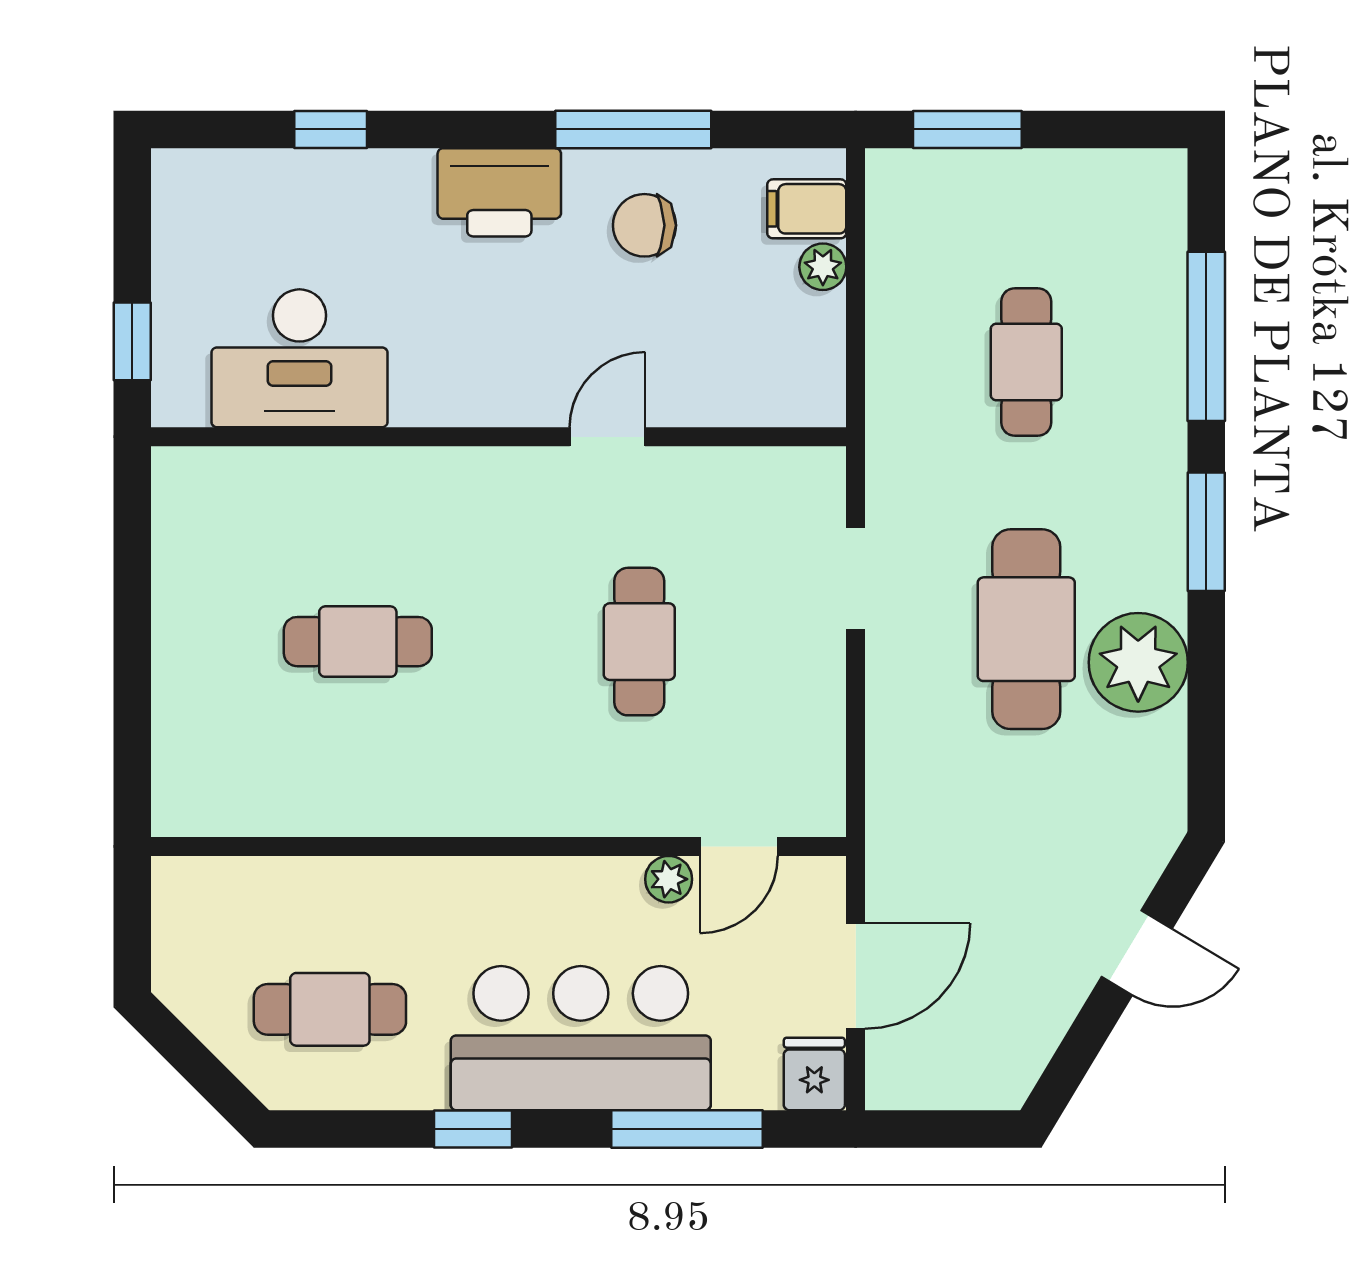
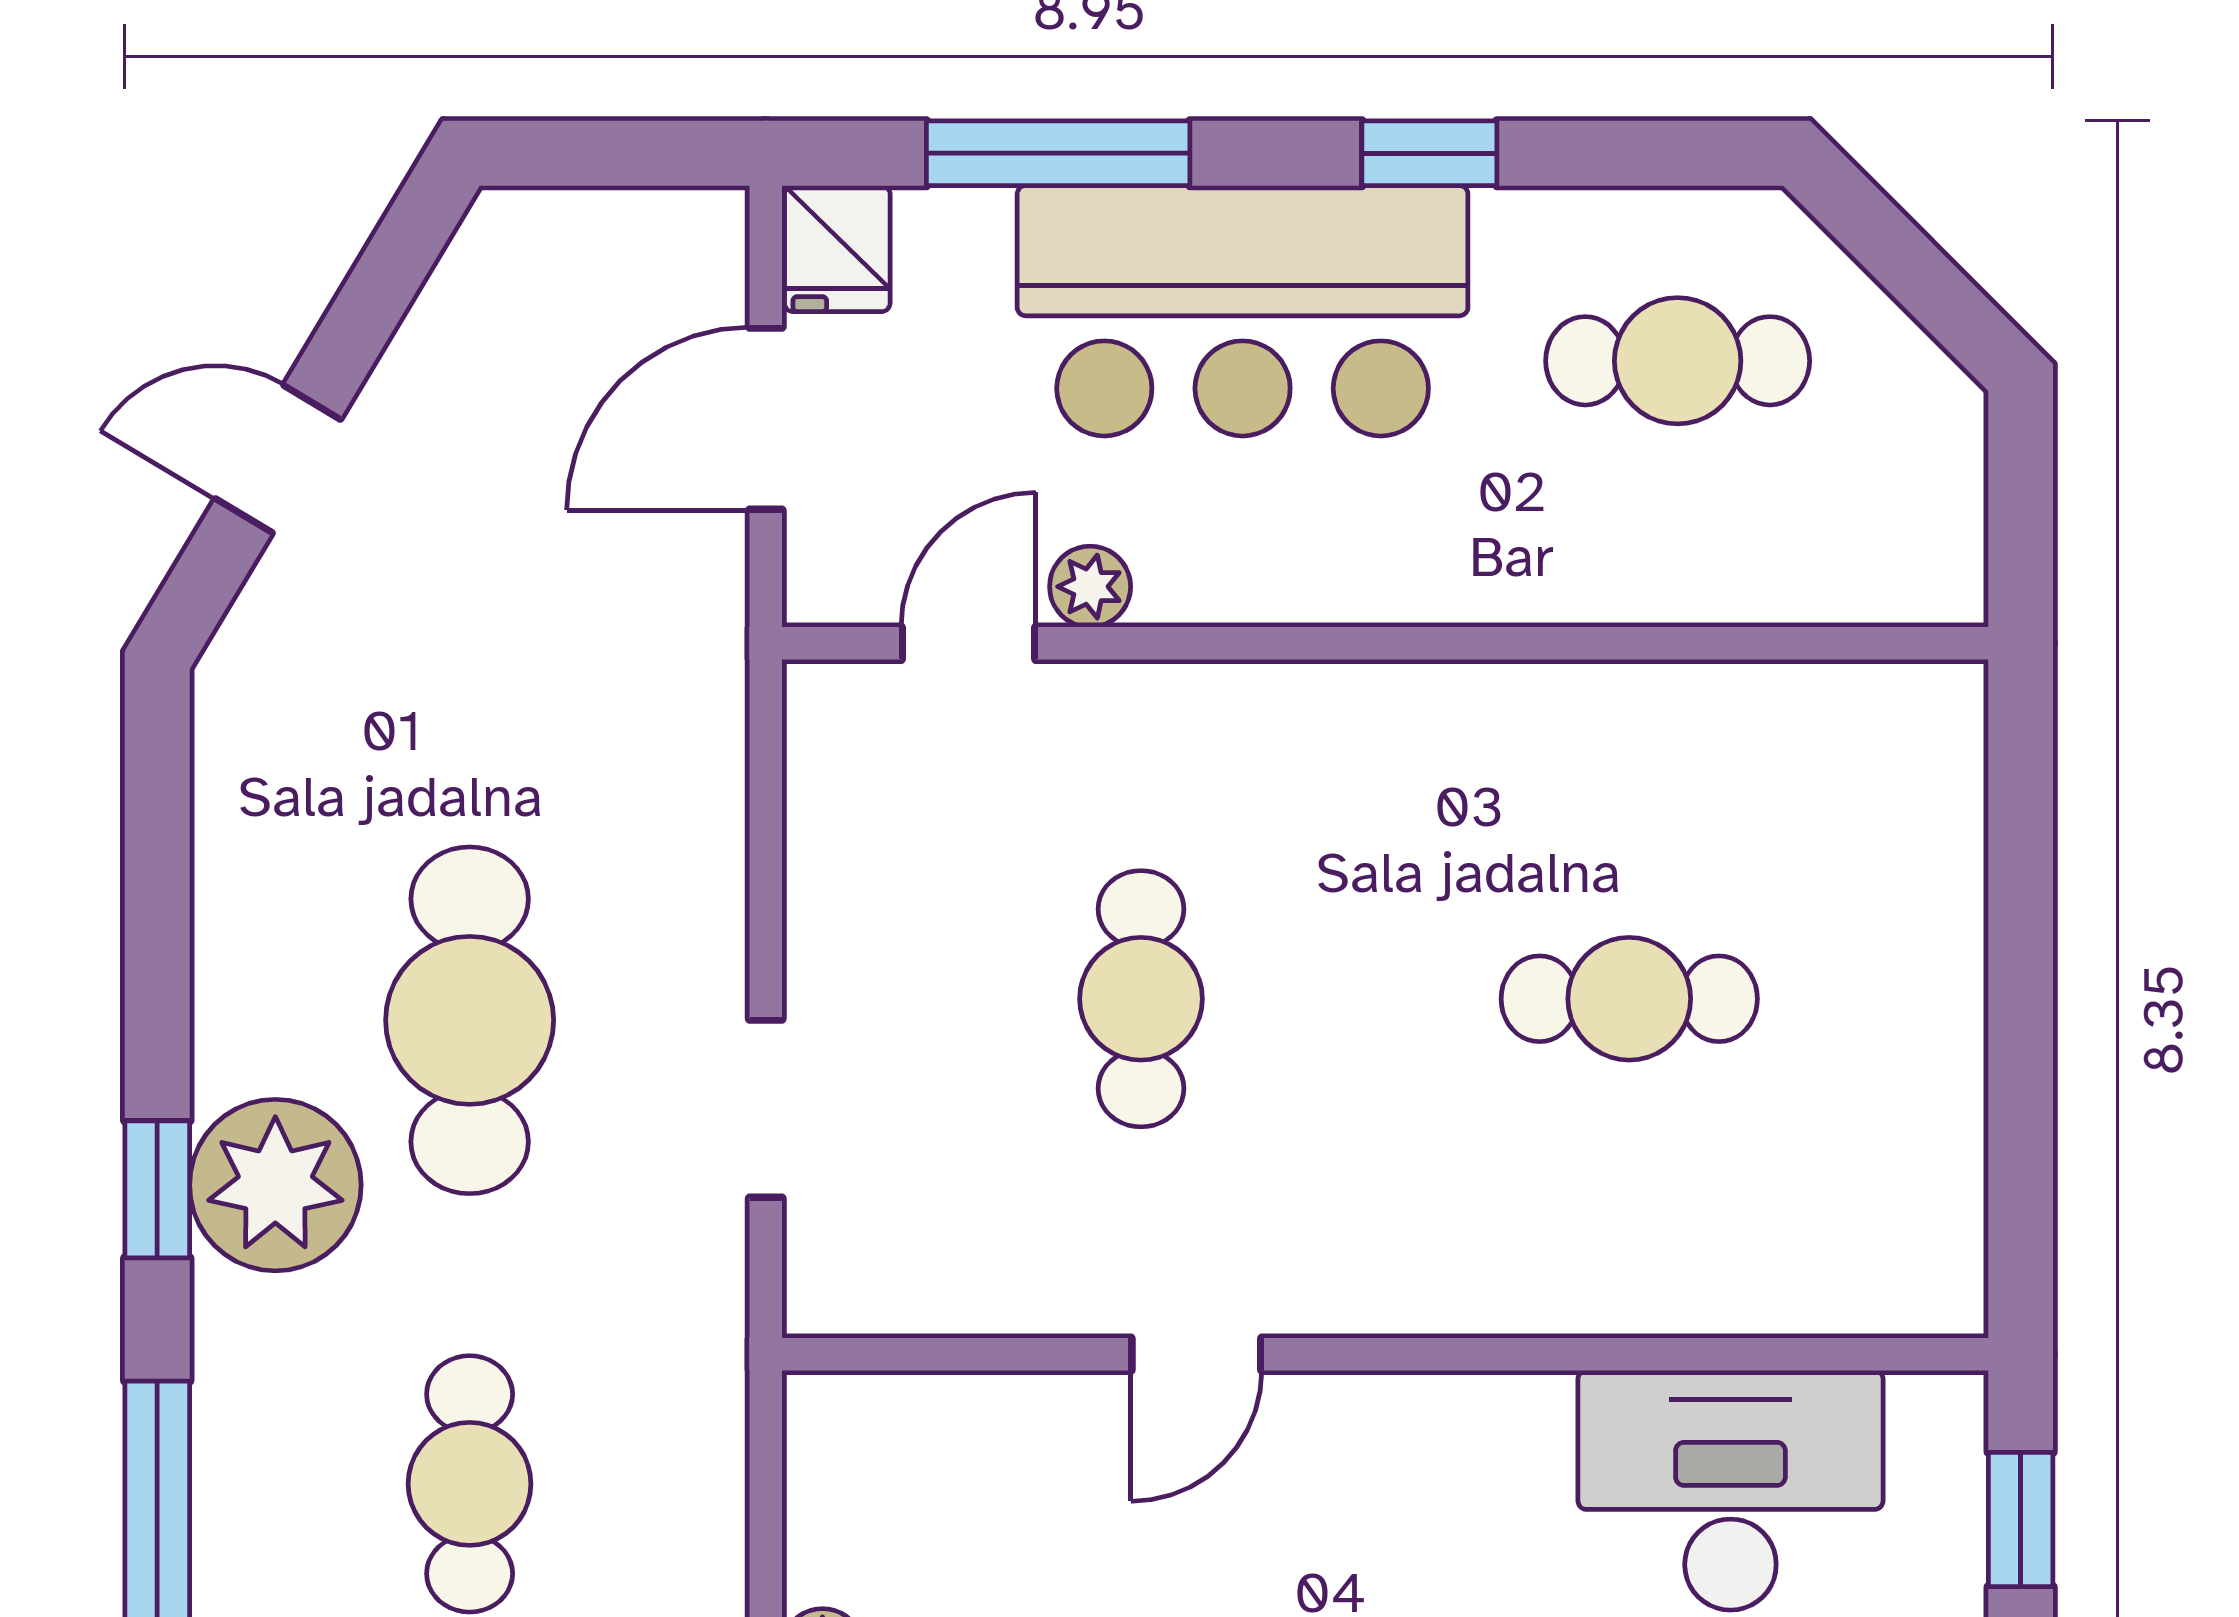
window: (1206, 532) -> (157, 1189), width x0.67
plant: (1138, 662) -> (275, 1185), moved

